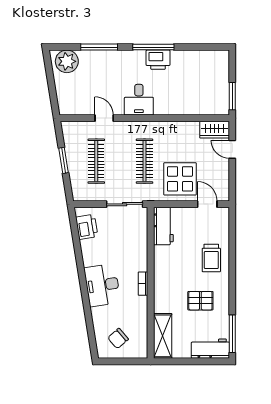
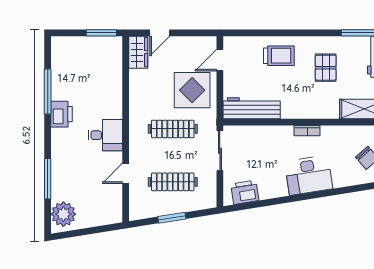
window: (153, 47) -> (48, 92), moved
workbench: (163, 226) -> (252, 108), width x1.37

